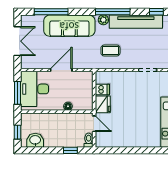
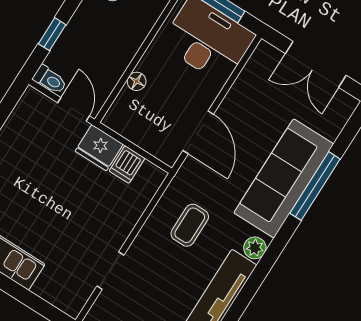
window: (51, 12) -> (315, 186), moved
window: (113, 12) -> (259, 275), removed
door: (61, 70) -> (198, 132), moved
door: (94, 124) -> (74, 109), swing flipped

